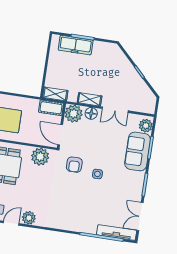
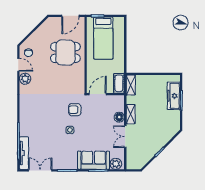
plant: (74, 114) -> (117, 103), removed
plant: (40, 157) -> (77, 80), removed

